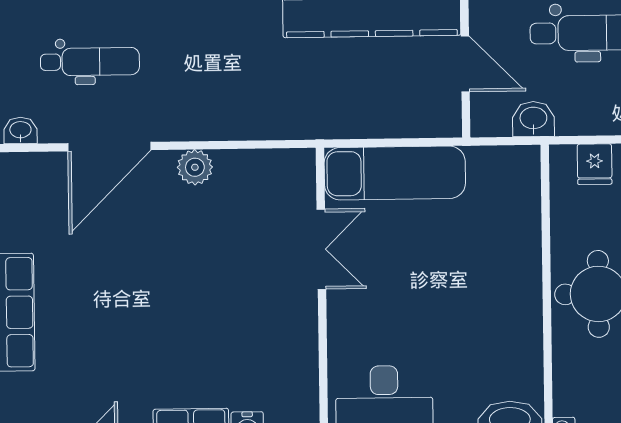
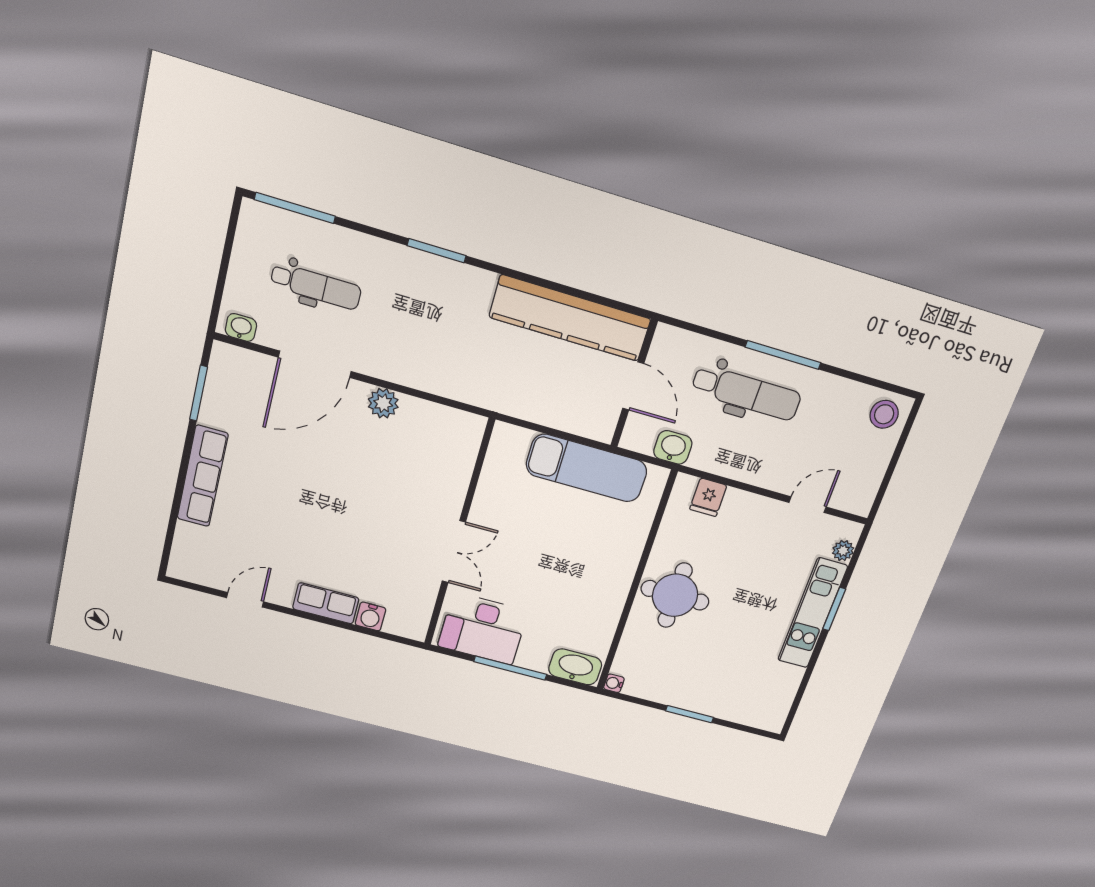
exam couch: (395, 173) -> (587, 468), moved
double door: (321, 249) -> (454, 552), moved

